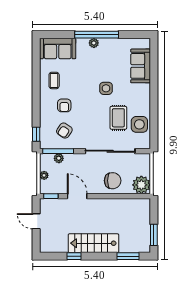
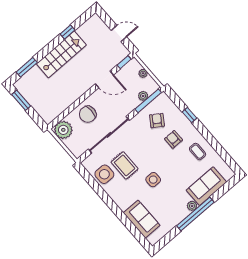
sofa: (58, 49) -> (206, 186), moved
window: (36, 134) -> (190, 115), moved

